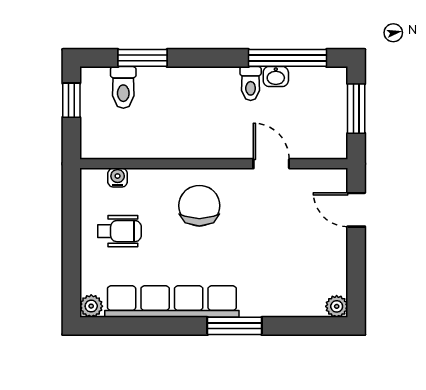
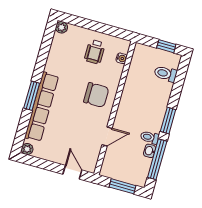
window: (142, 58) -> (168, 120), moved
door: (356, 210) -> (72, 172), hinge flipped
row of seats: (172, 302) -> (42, 107), moved

